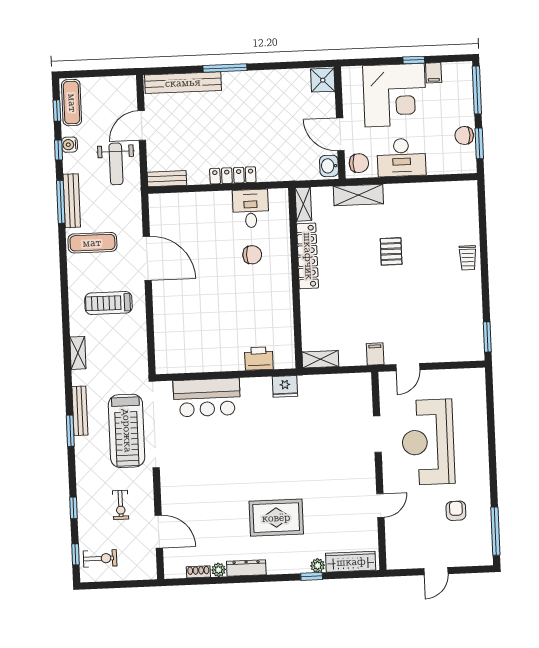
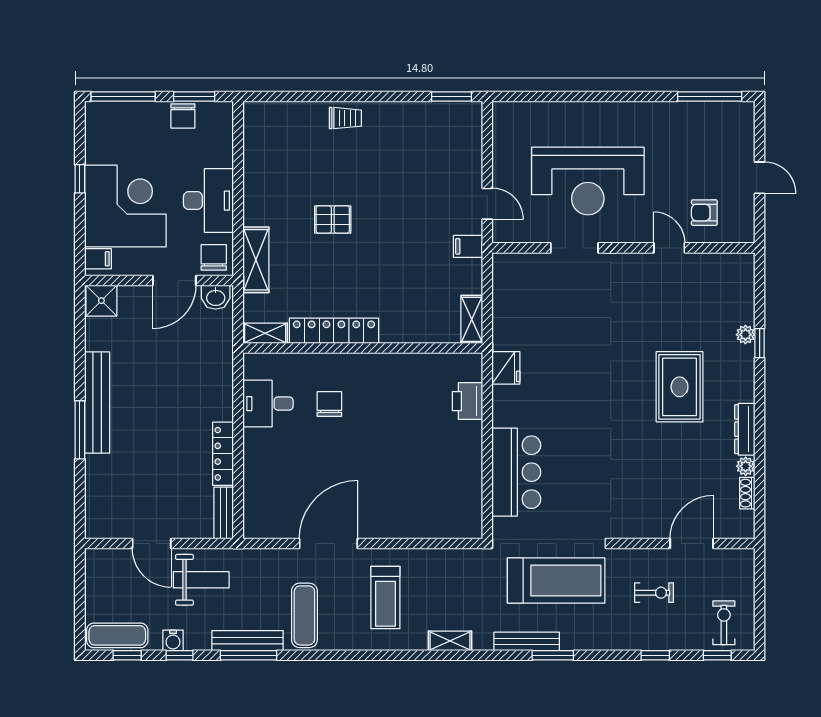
filing cabinet: (434, 73) -> (98, 259), moved
bench: (183, 83) -> (97, 403), moved
locker: (233, 175) -> (223, 454), moved
armchair: (456, 511) -> (704, 213), moved
wardrobe: (351, 562) -> (742, 290), removed

